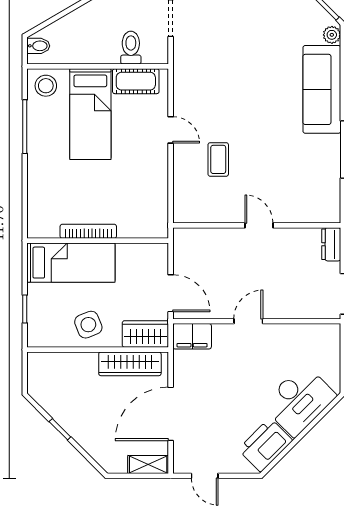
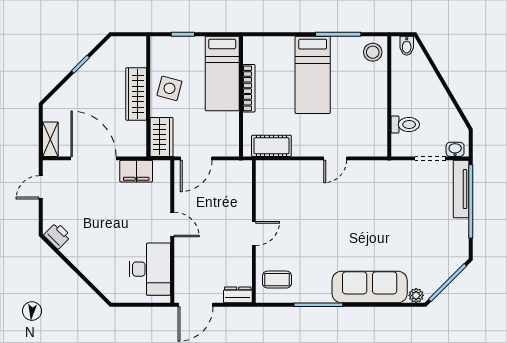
cot: (136, 81) -> (271, 146), moved, turned 90
bed: (90, 114) -> (313, 75), moved, turned -90
coffee table: (218, 159) -> (277, 280), moved
side table: (88, 325) -> (169, 88), turned 37
filing cabinet: (192, 336) -> (136, 171), moved, turned -90
wardrobe: (130, 364) -> (136, 94), moved
desk: (299, 400) -> (150, 269), moved, turned -135
printer: (265, 445) -> (57, 236), width x0.53, depth x0.68

